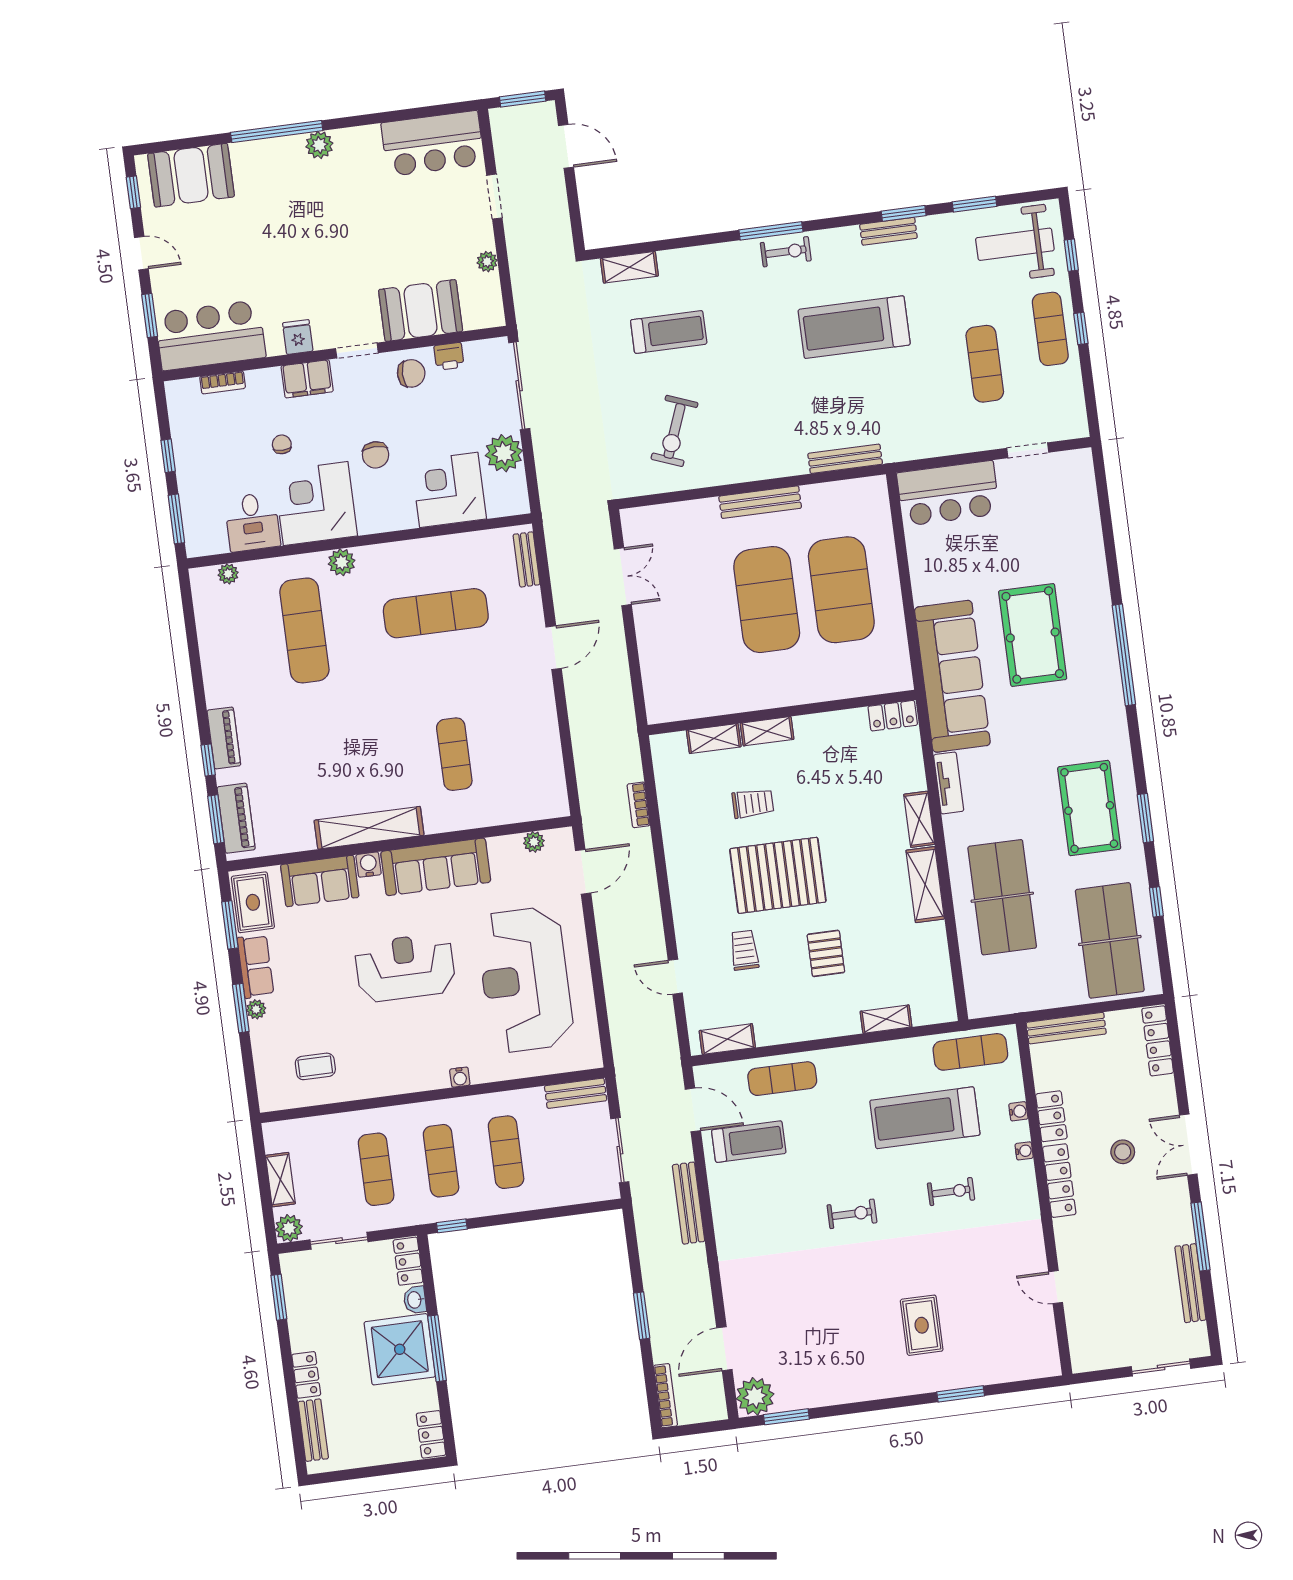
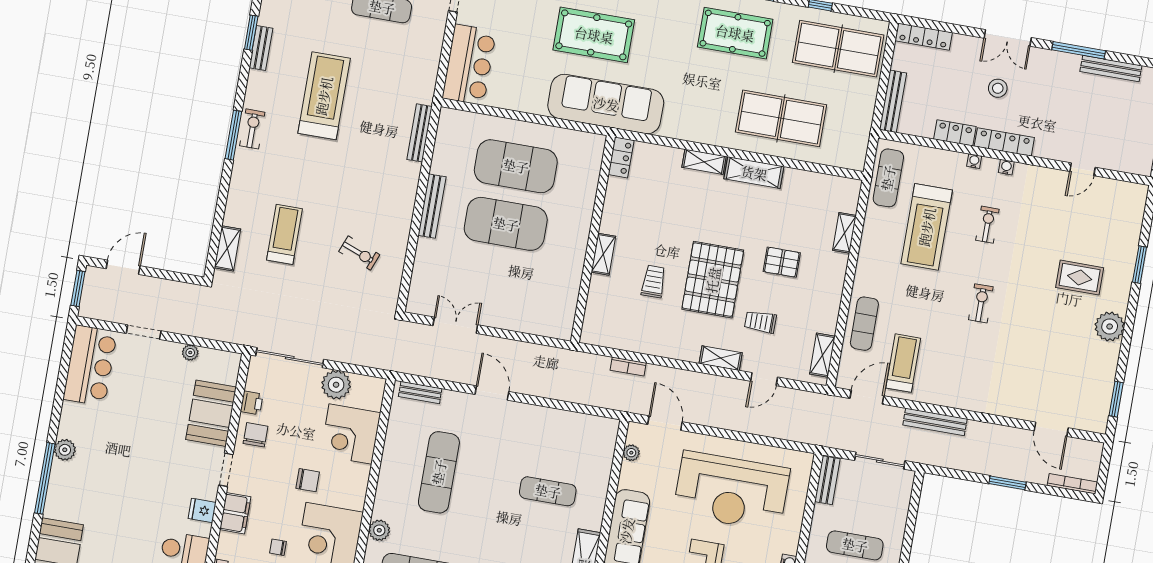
treadmill: (854, 327) -> (324, 96), turned 180
exercise bike: (674, 431) -> (359, 253), width x0.73, depth x0.72
shelving: (714, 738) -> (721, 358), moved, turned 90
tv unit: (949, 783) -> (684, 132), removed
water cooler: (1018, 1111) -> (1006, 167), moved
plant: (755, 1396) -> (1110, 326), moved

